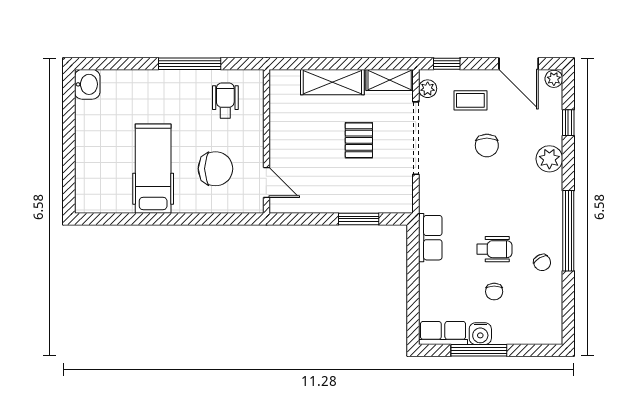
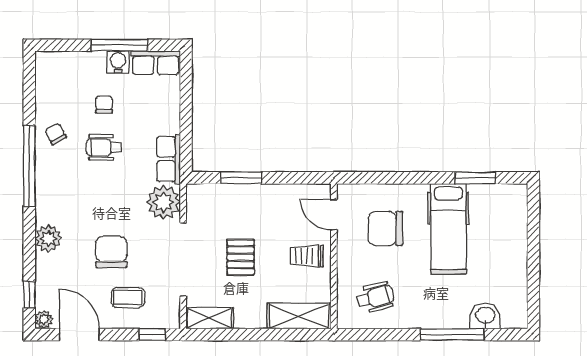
window: (190, 64) -> (452, 335), moved
shelving: (332, 82) -> (299, 316), moved
washbasin: (87, 84) -> (485, 316), moved, turned 90
plant: (428, 89) -> (163, 202), moved, width x1.88, depth x1.88
wheelchair: (225, 100) -> (375, 298), turned -105
window: (568, 123) -> (29, 295), moved
trolley: (294, 142) -> (307, 256), added
chair: (487, 145) -> (111, 252), width x1.37, depth x1.37
window: (126, 219) -> (475, 178), added

